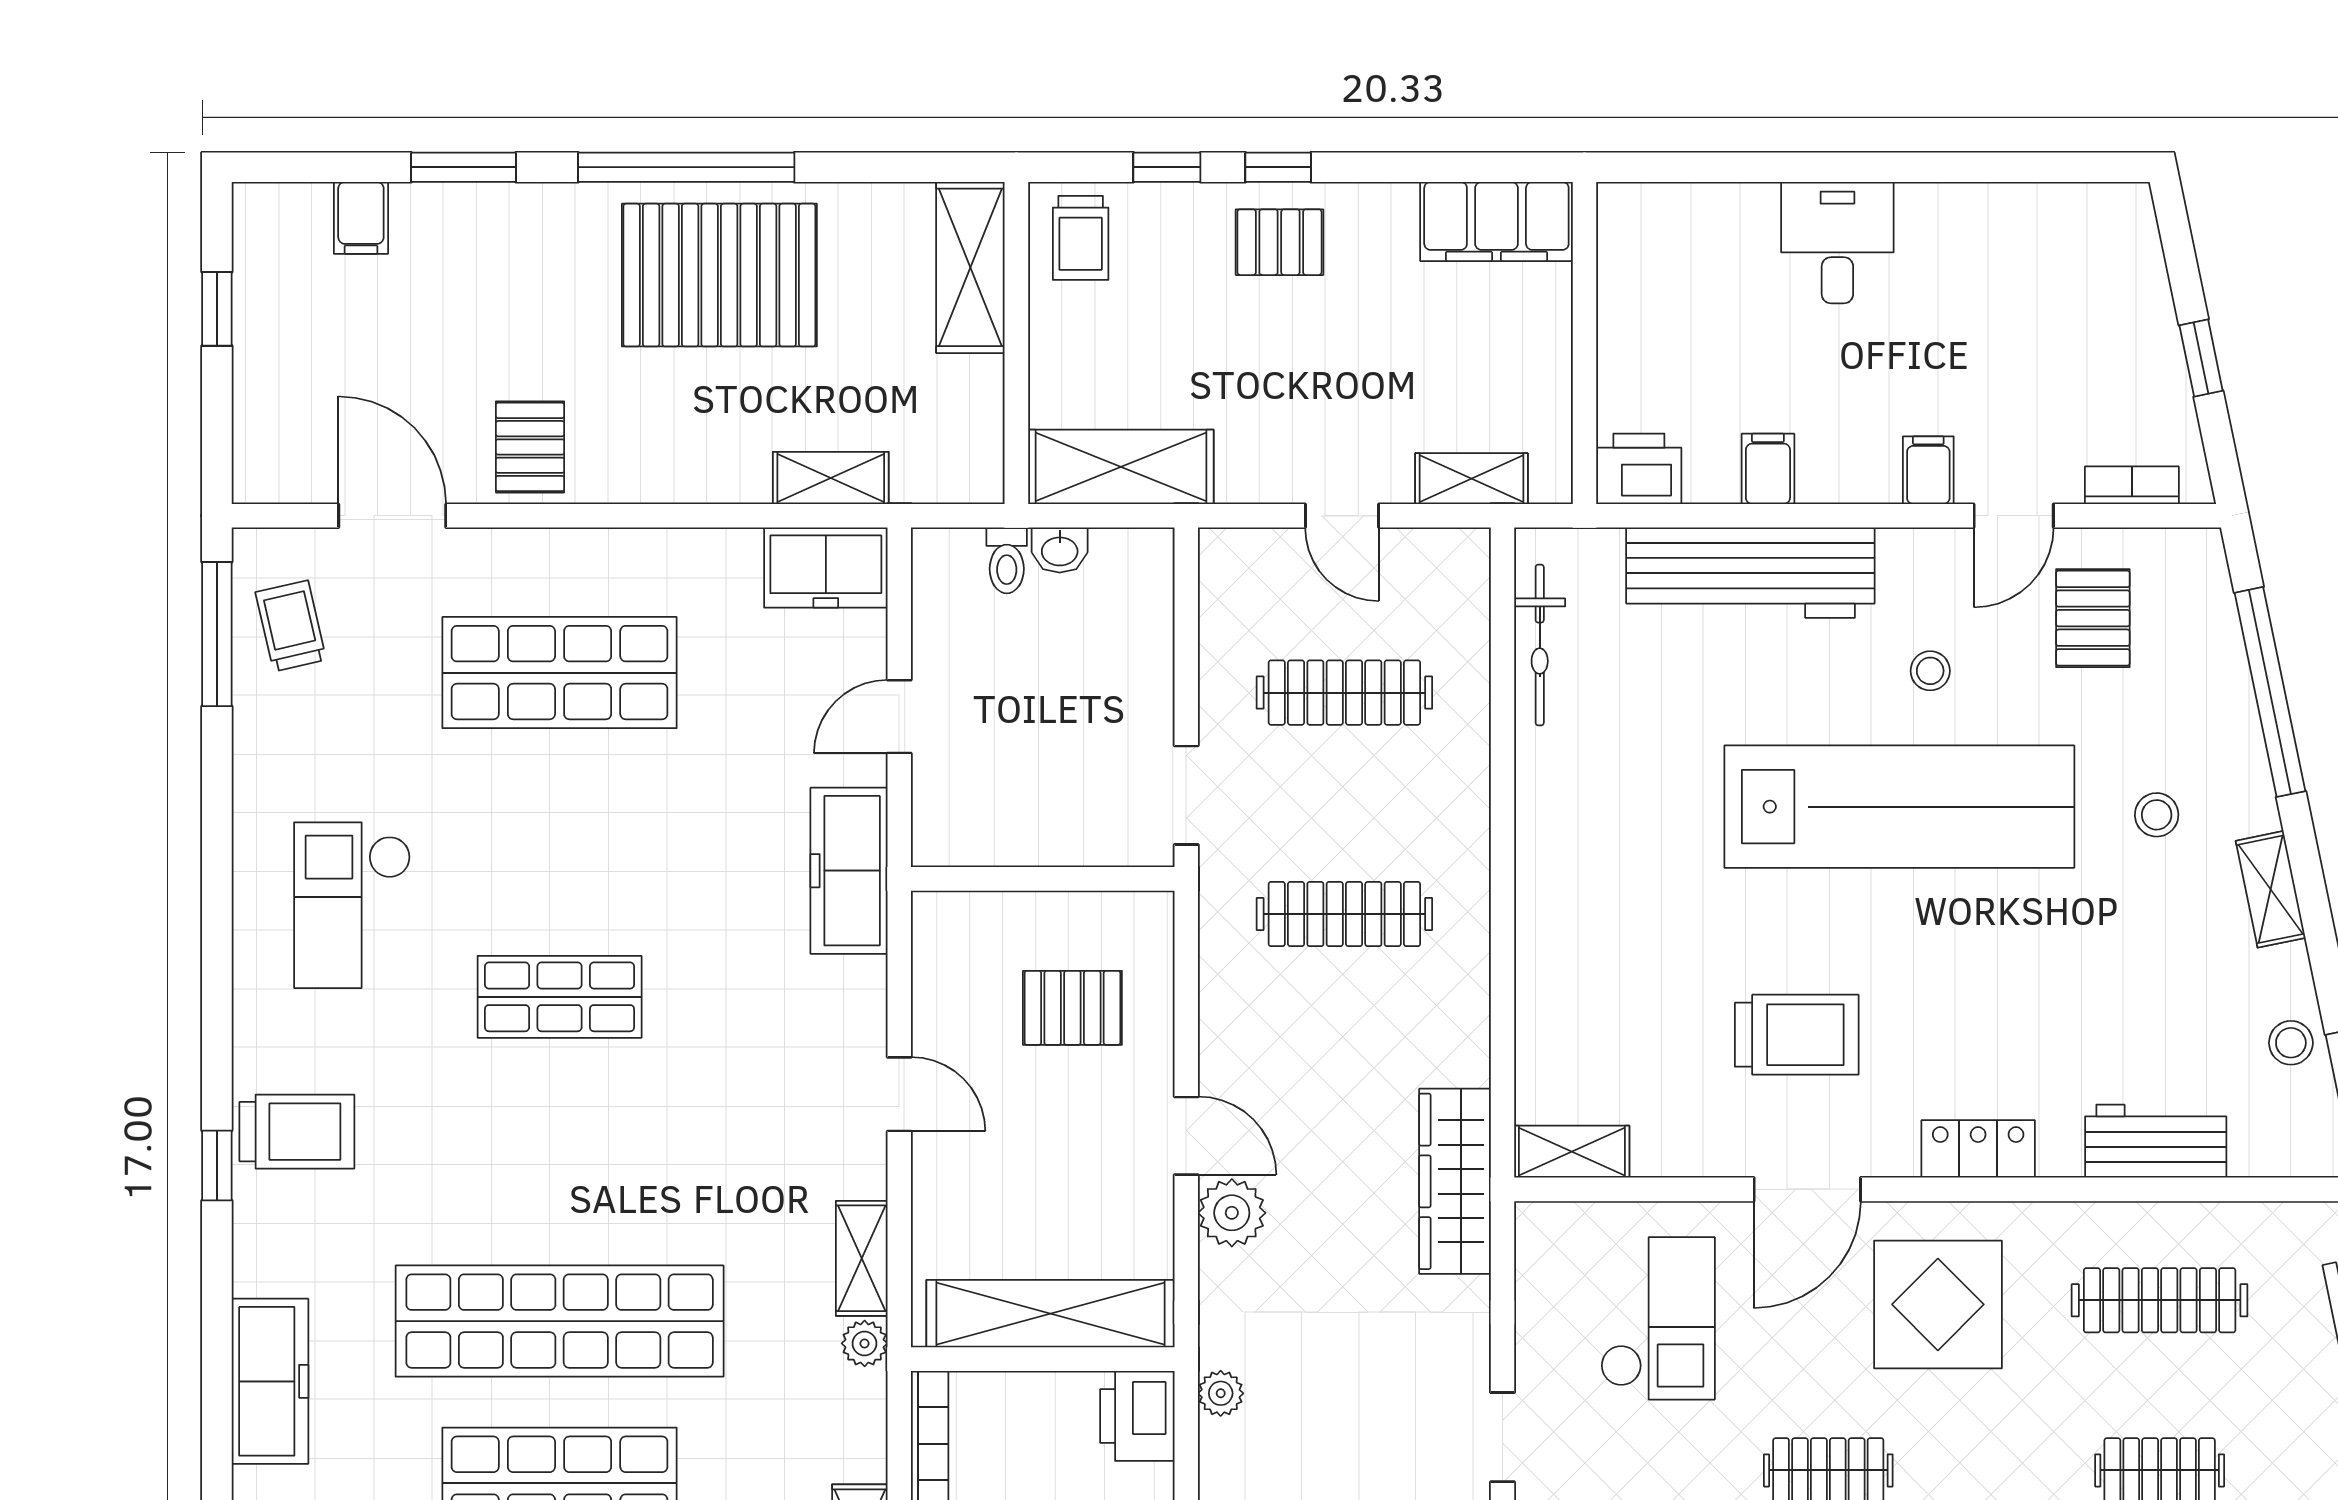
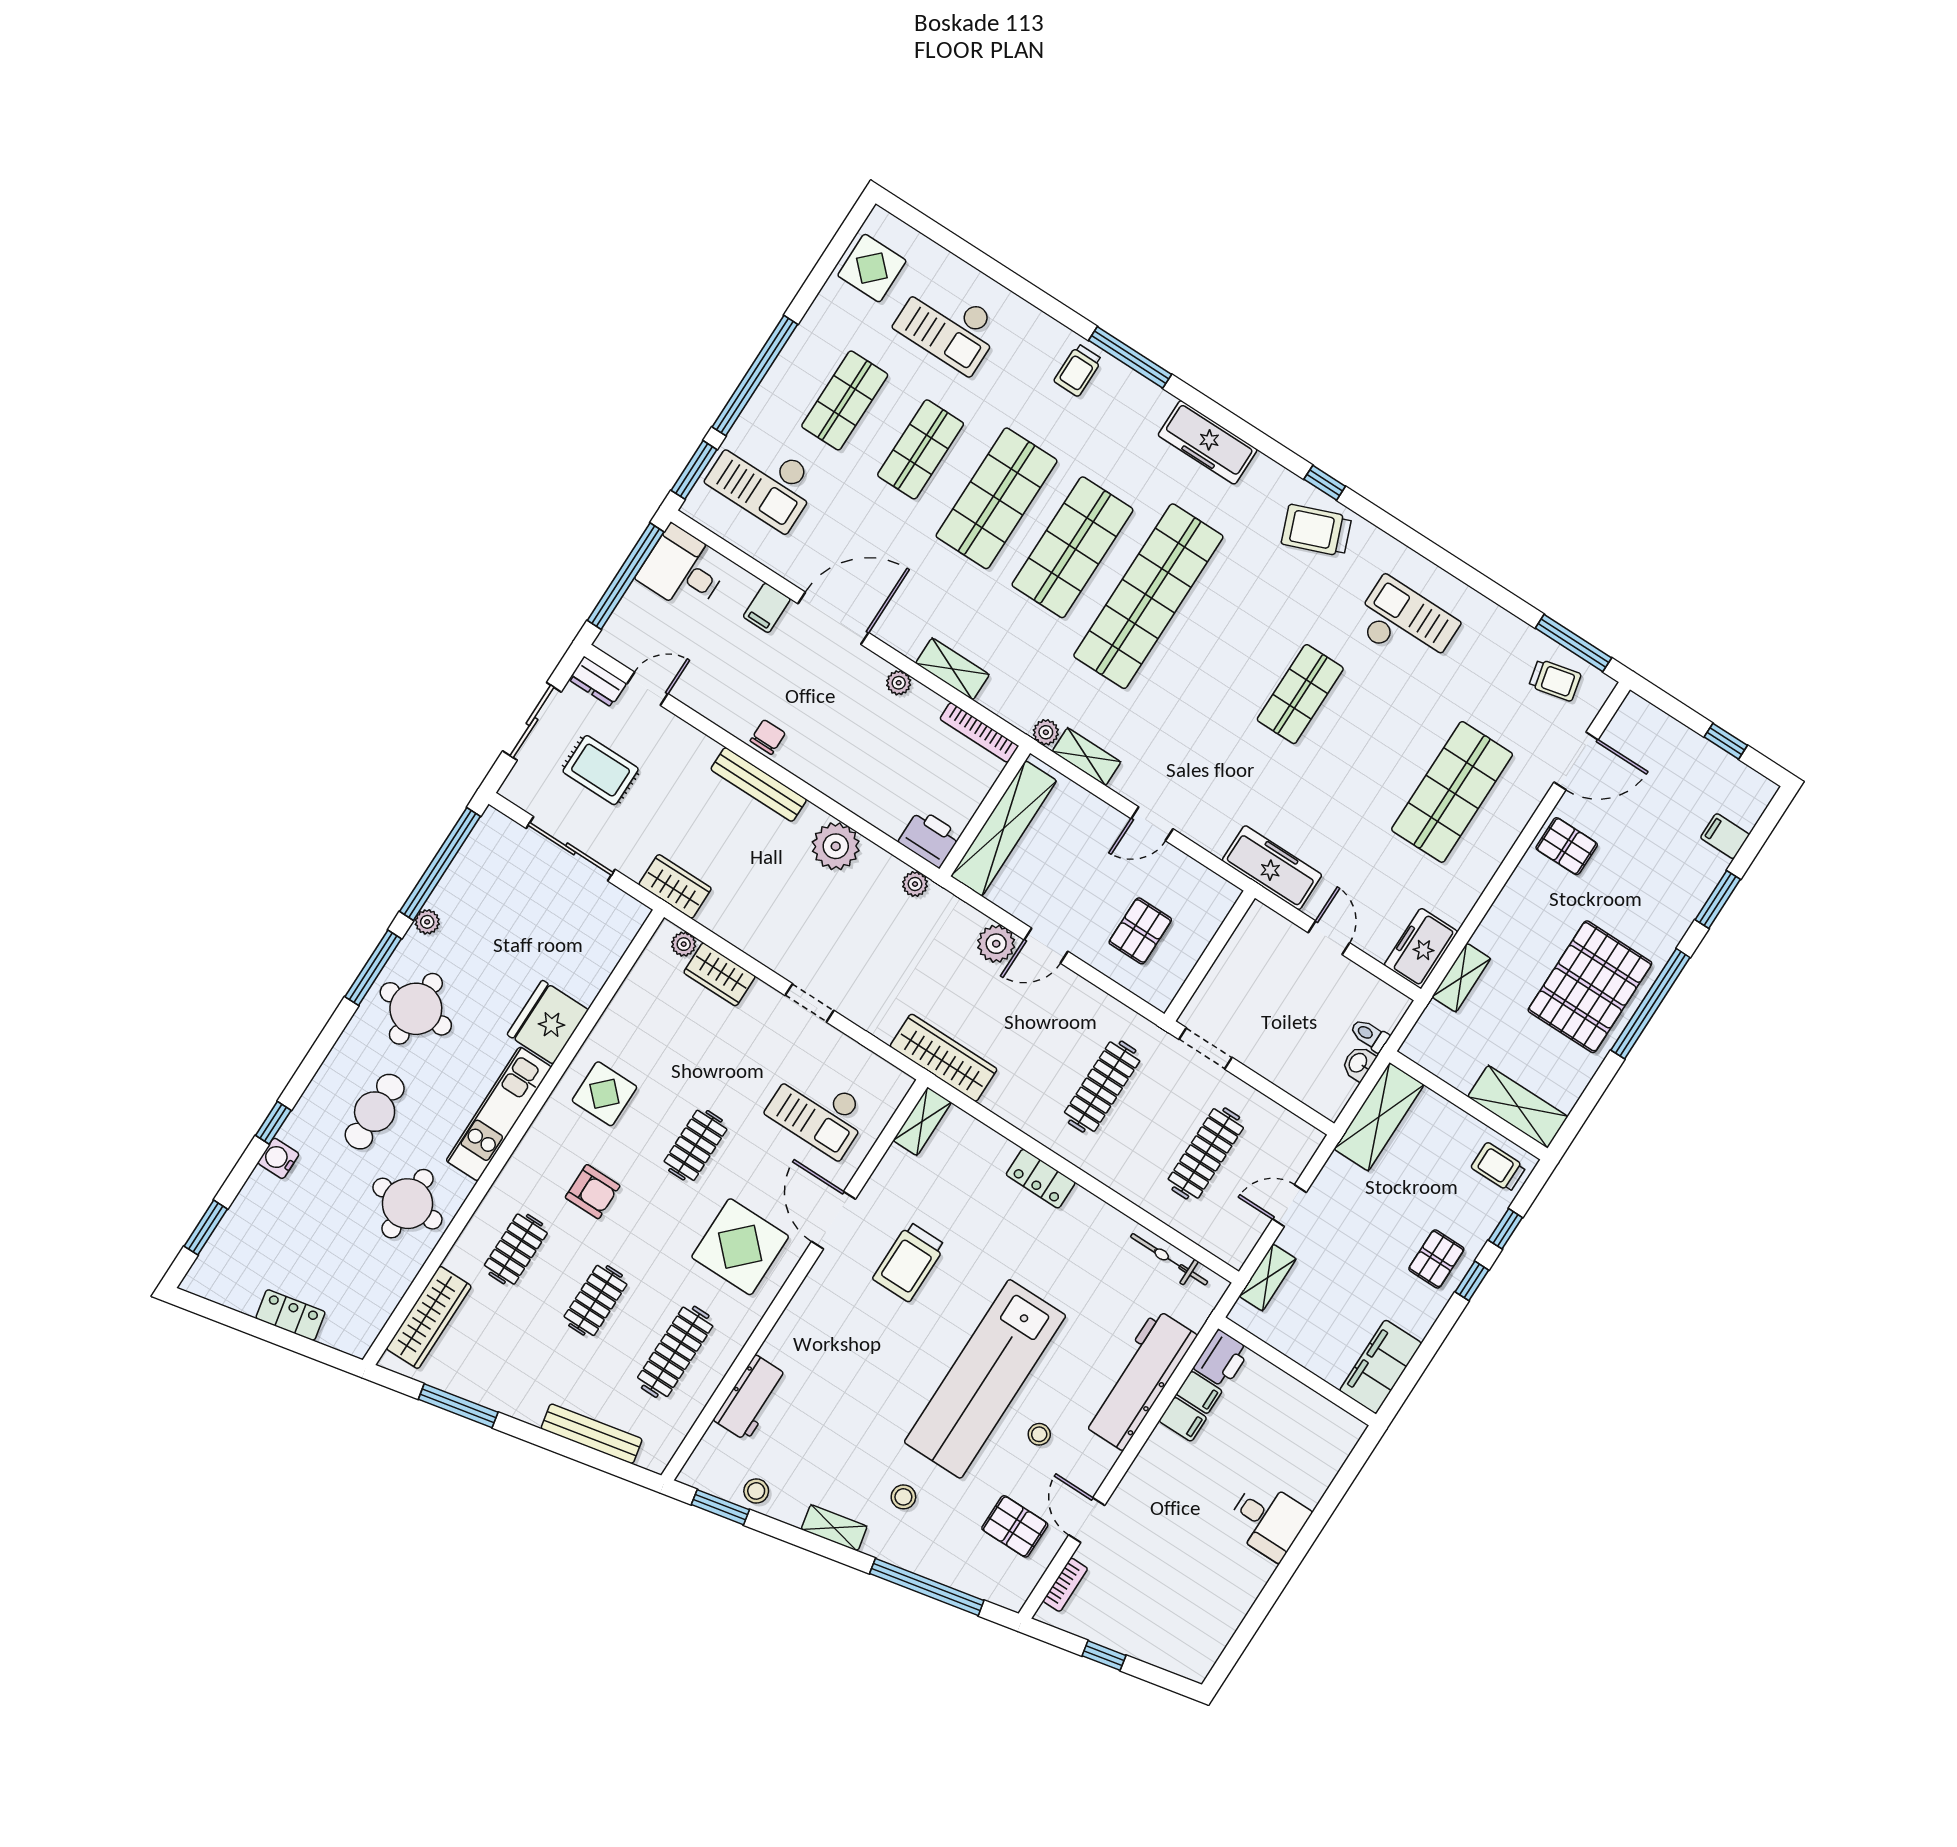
filing cabinet: (1928, 470) -> (1199, 1392), moved
trolley: (297, 1132) -> (1316, 530), turned 69
locker: (1978, 1149) -> (1041, 1179), moved, turned 90

